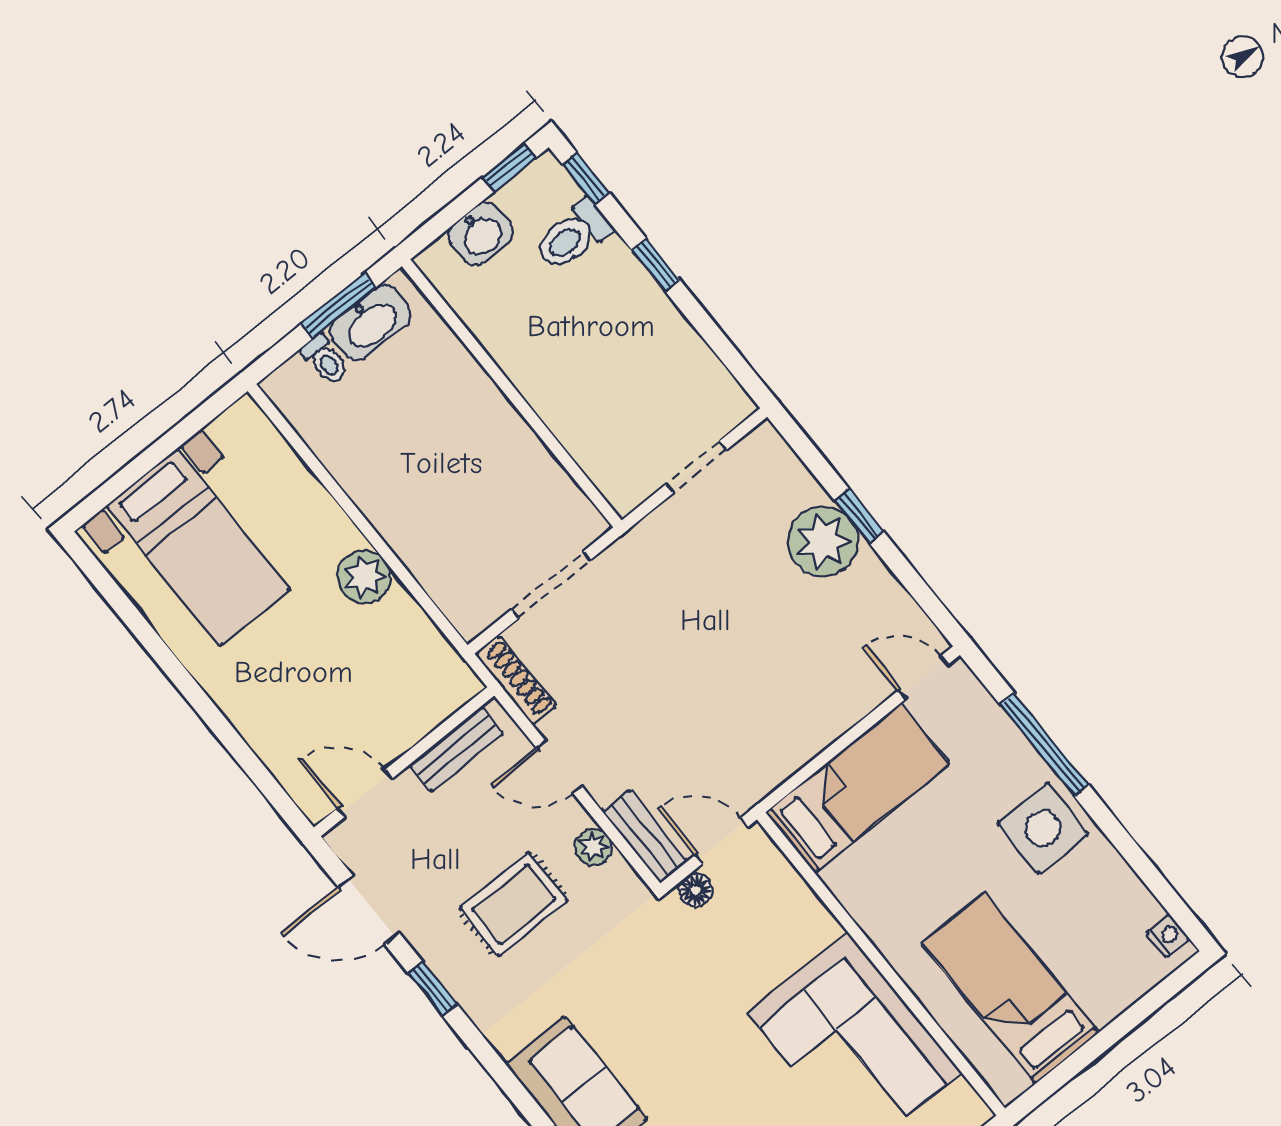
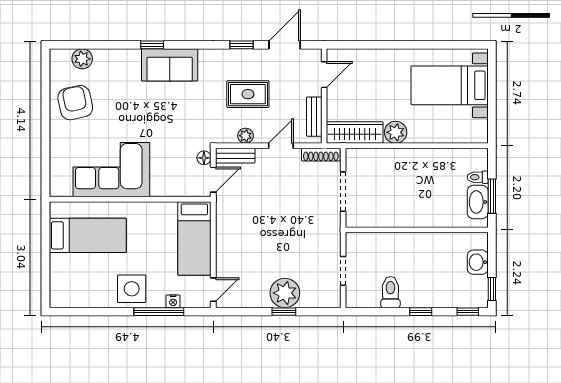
toilet: (573, 236) -> (390, 292), moved
wardrobe: (426, 652) -> (355, 133), added
rug: (514, 904) -> (248, 94), turned 90
nightstand: (1168, 936) -> (173, 301), moved

